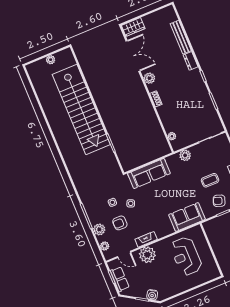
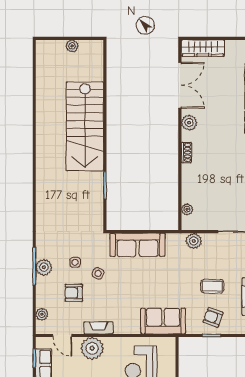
wardrobe: (133, 27) -> (203, 48), width x1.50
stairs: (81, 109) -> (85, 126), width x0.73
plant: (99, 229) -> (44, 267), moved

